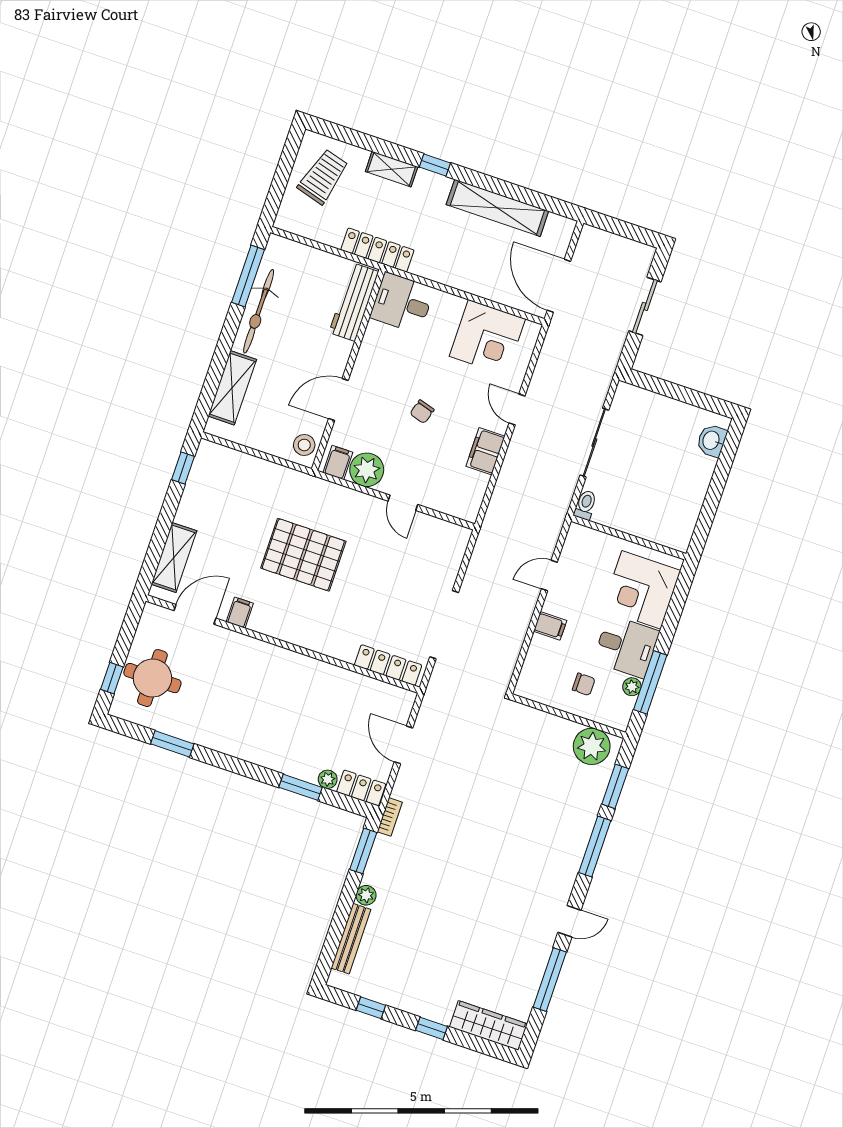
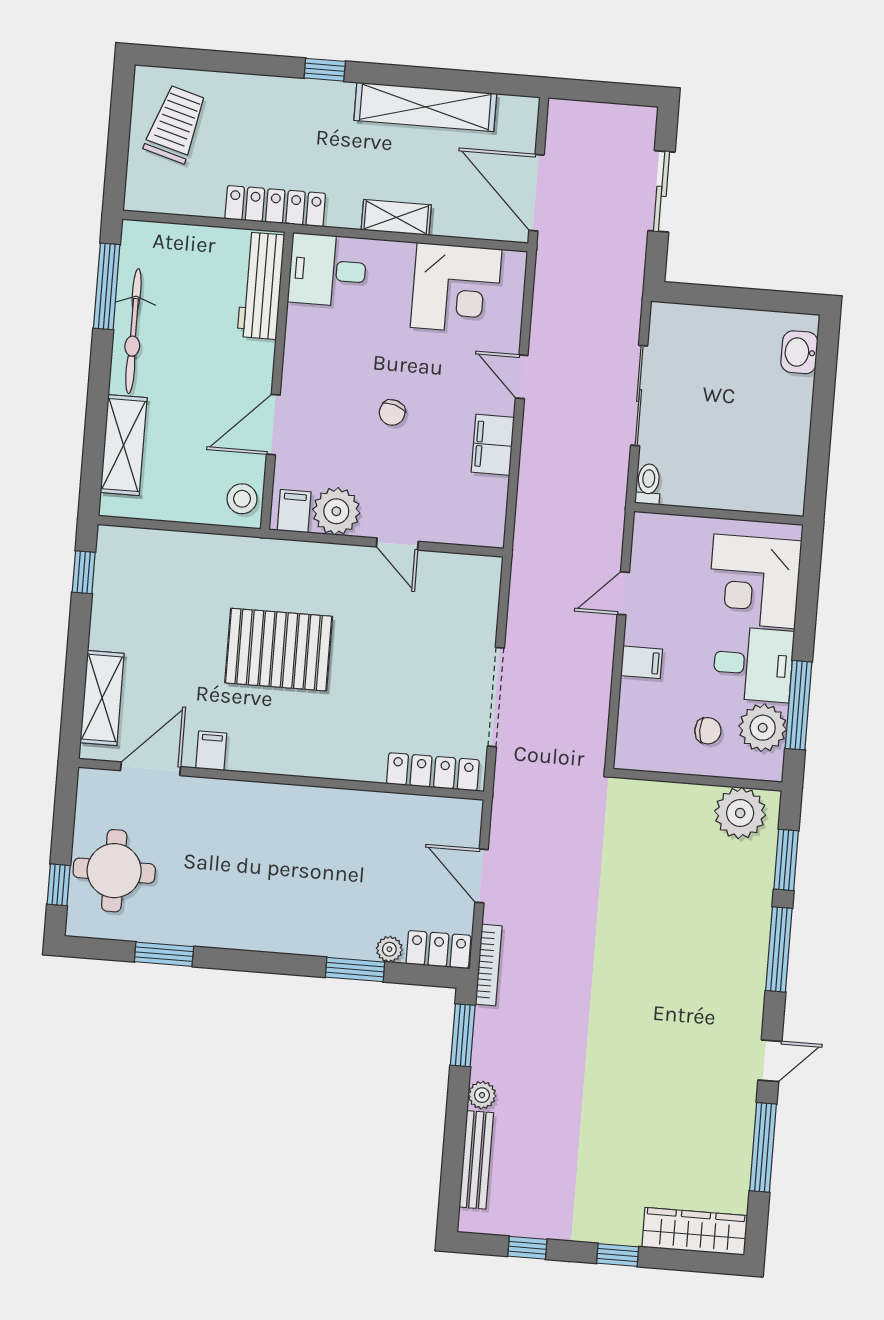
shelving: (392, 169) -> (396, 217), moved
plant: (632, 687) -> (763, 728), width x1.88, depth x1.88
bookcase: (390, 817) -> (489, 965), width x1.56

